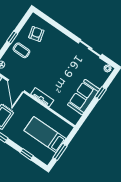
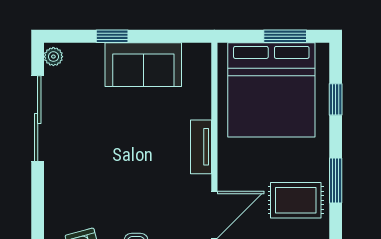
sliding door: (90, 49) -> (38, 119), width x1.37
bed: (45, 135) -> (271, 90), width x2.04

